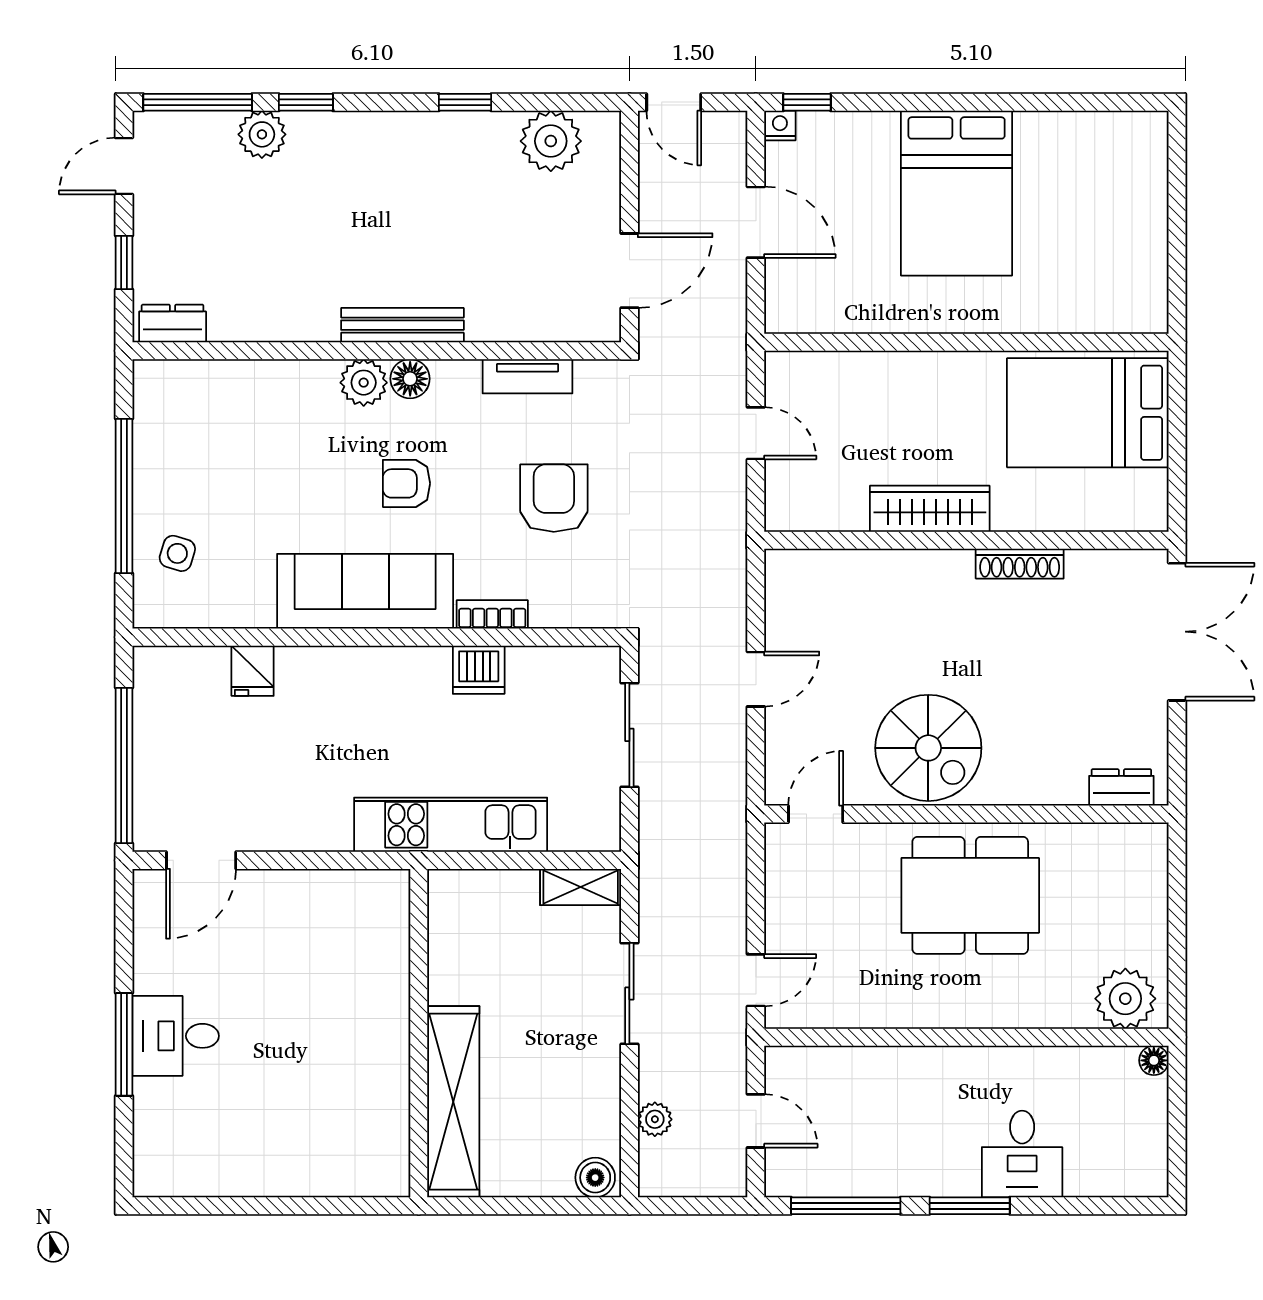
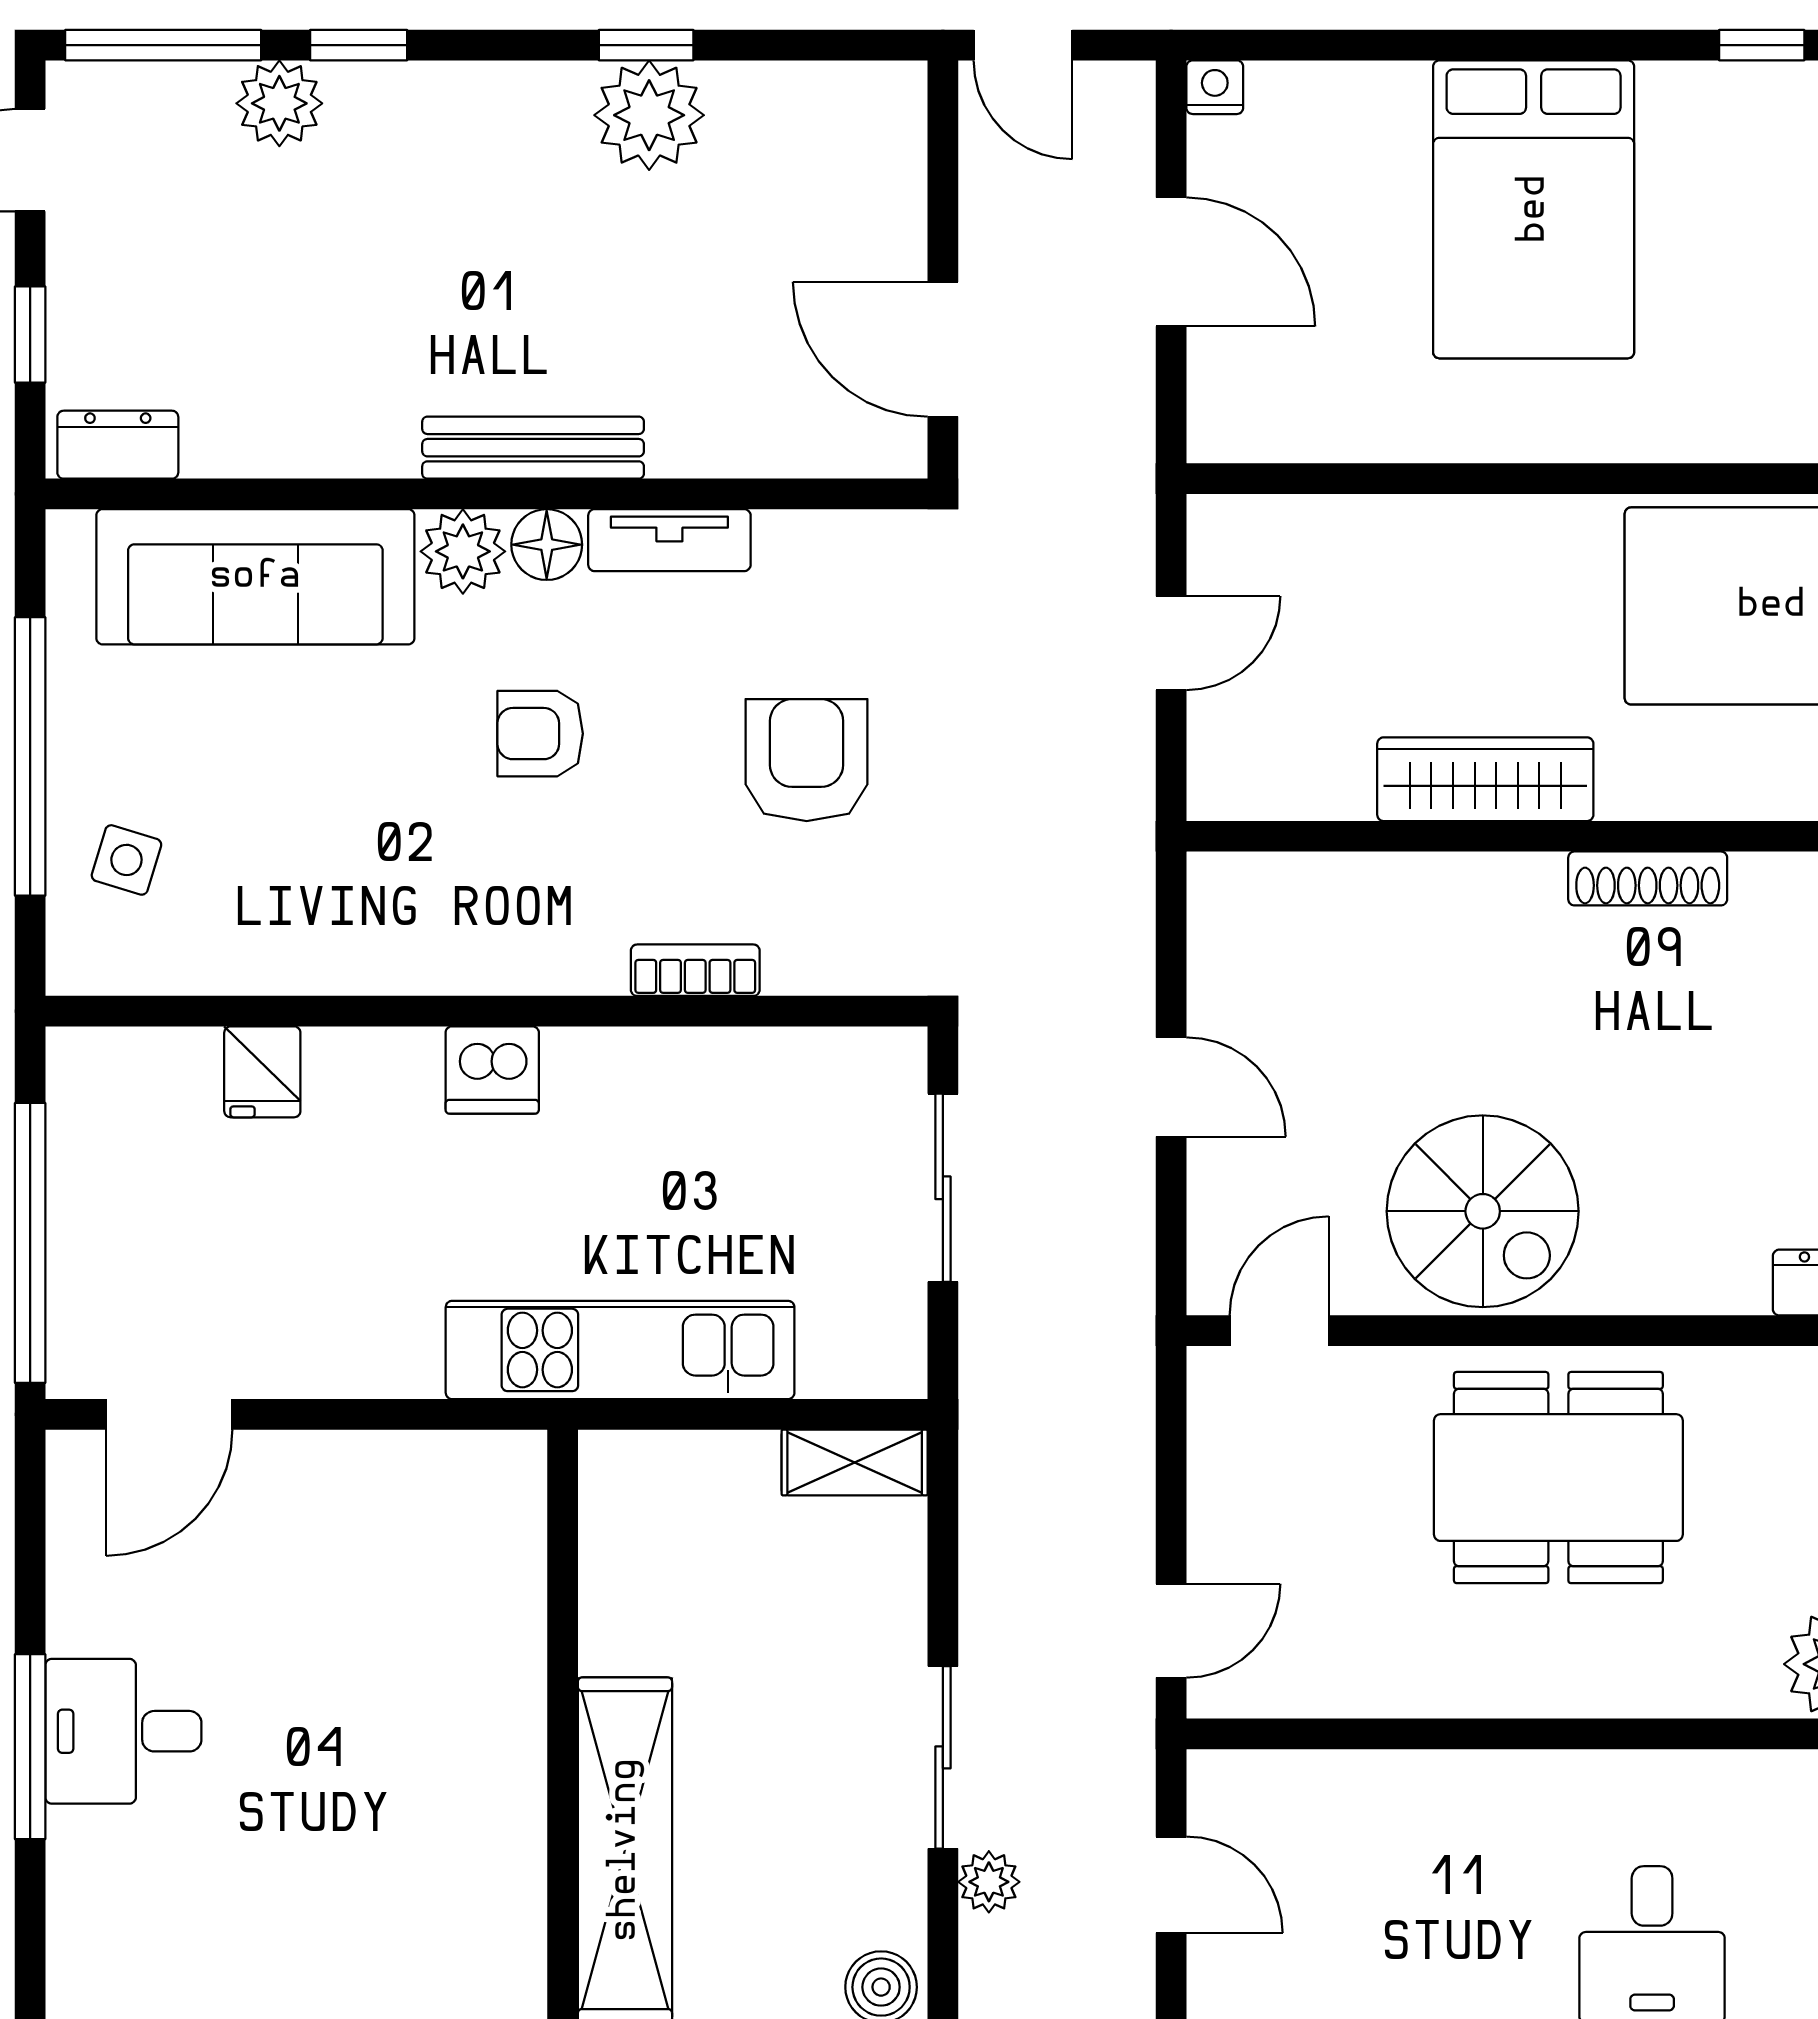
window: (807, 102) -> (1762, 45), moved
plant: (551, 141) -> (649, 115), moved
door: (629, 271) -> (943, 349), swing flipped
tv unit: (527, 376) -> (669, 540), moved
door: (756, 433) -> (1171, 643), hinge flipped
sofa: (365, 591) -> (255, 577), moved, turned 180
dishwasher: (479, 670) -> (492, 1070), moved
door: (756, 679) -> (1171, 1087), hinge flipped
sliding door: (629, 993) -> (943, 1757), moved

